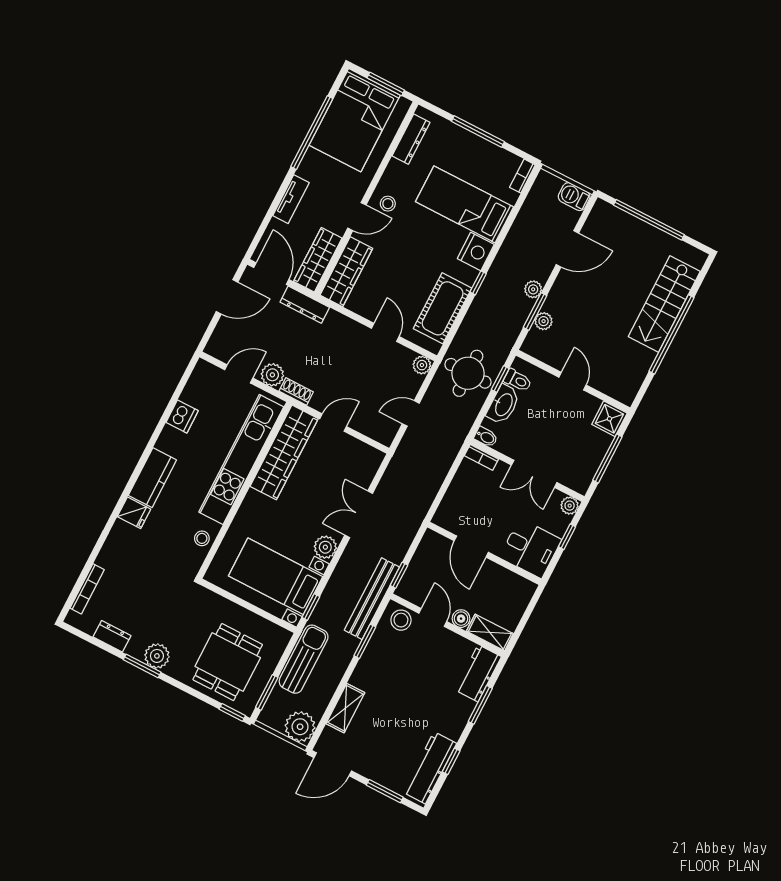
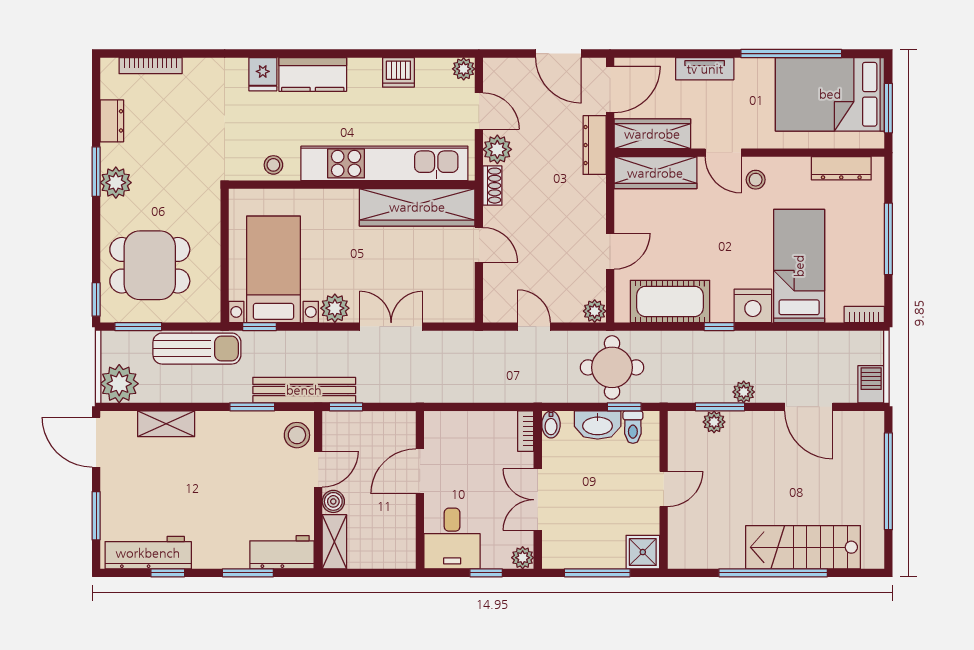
plant: (203, 369) -> (464, 69), added

